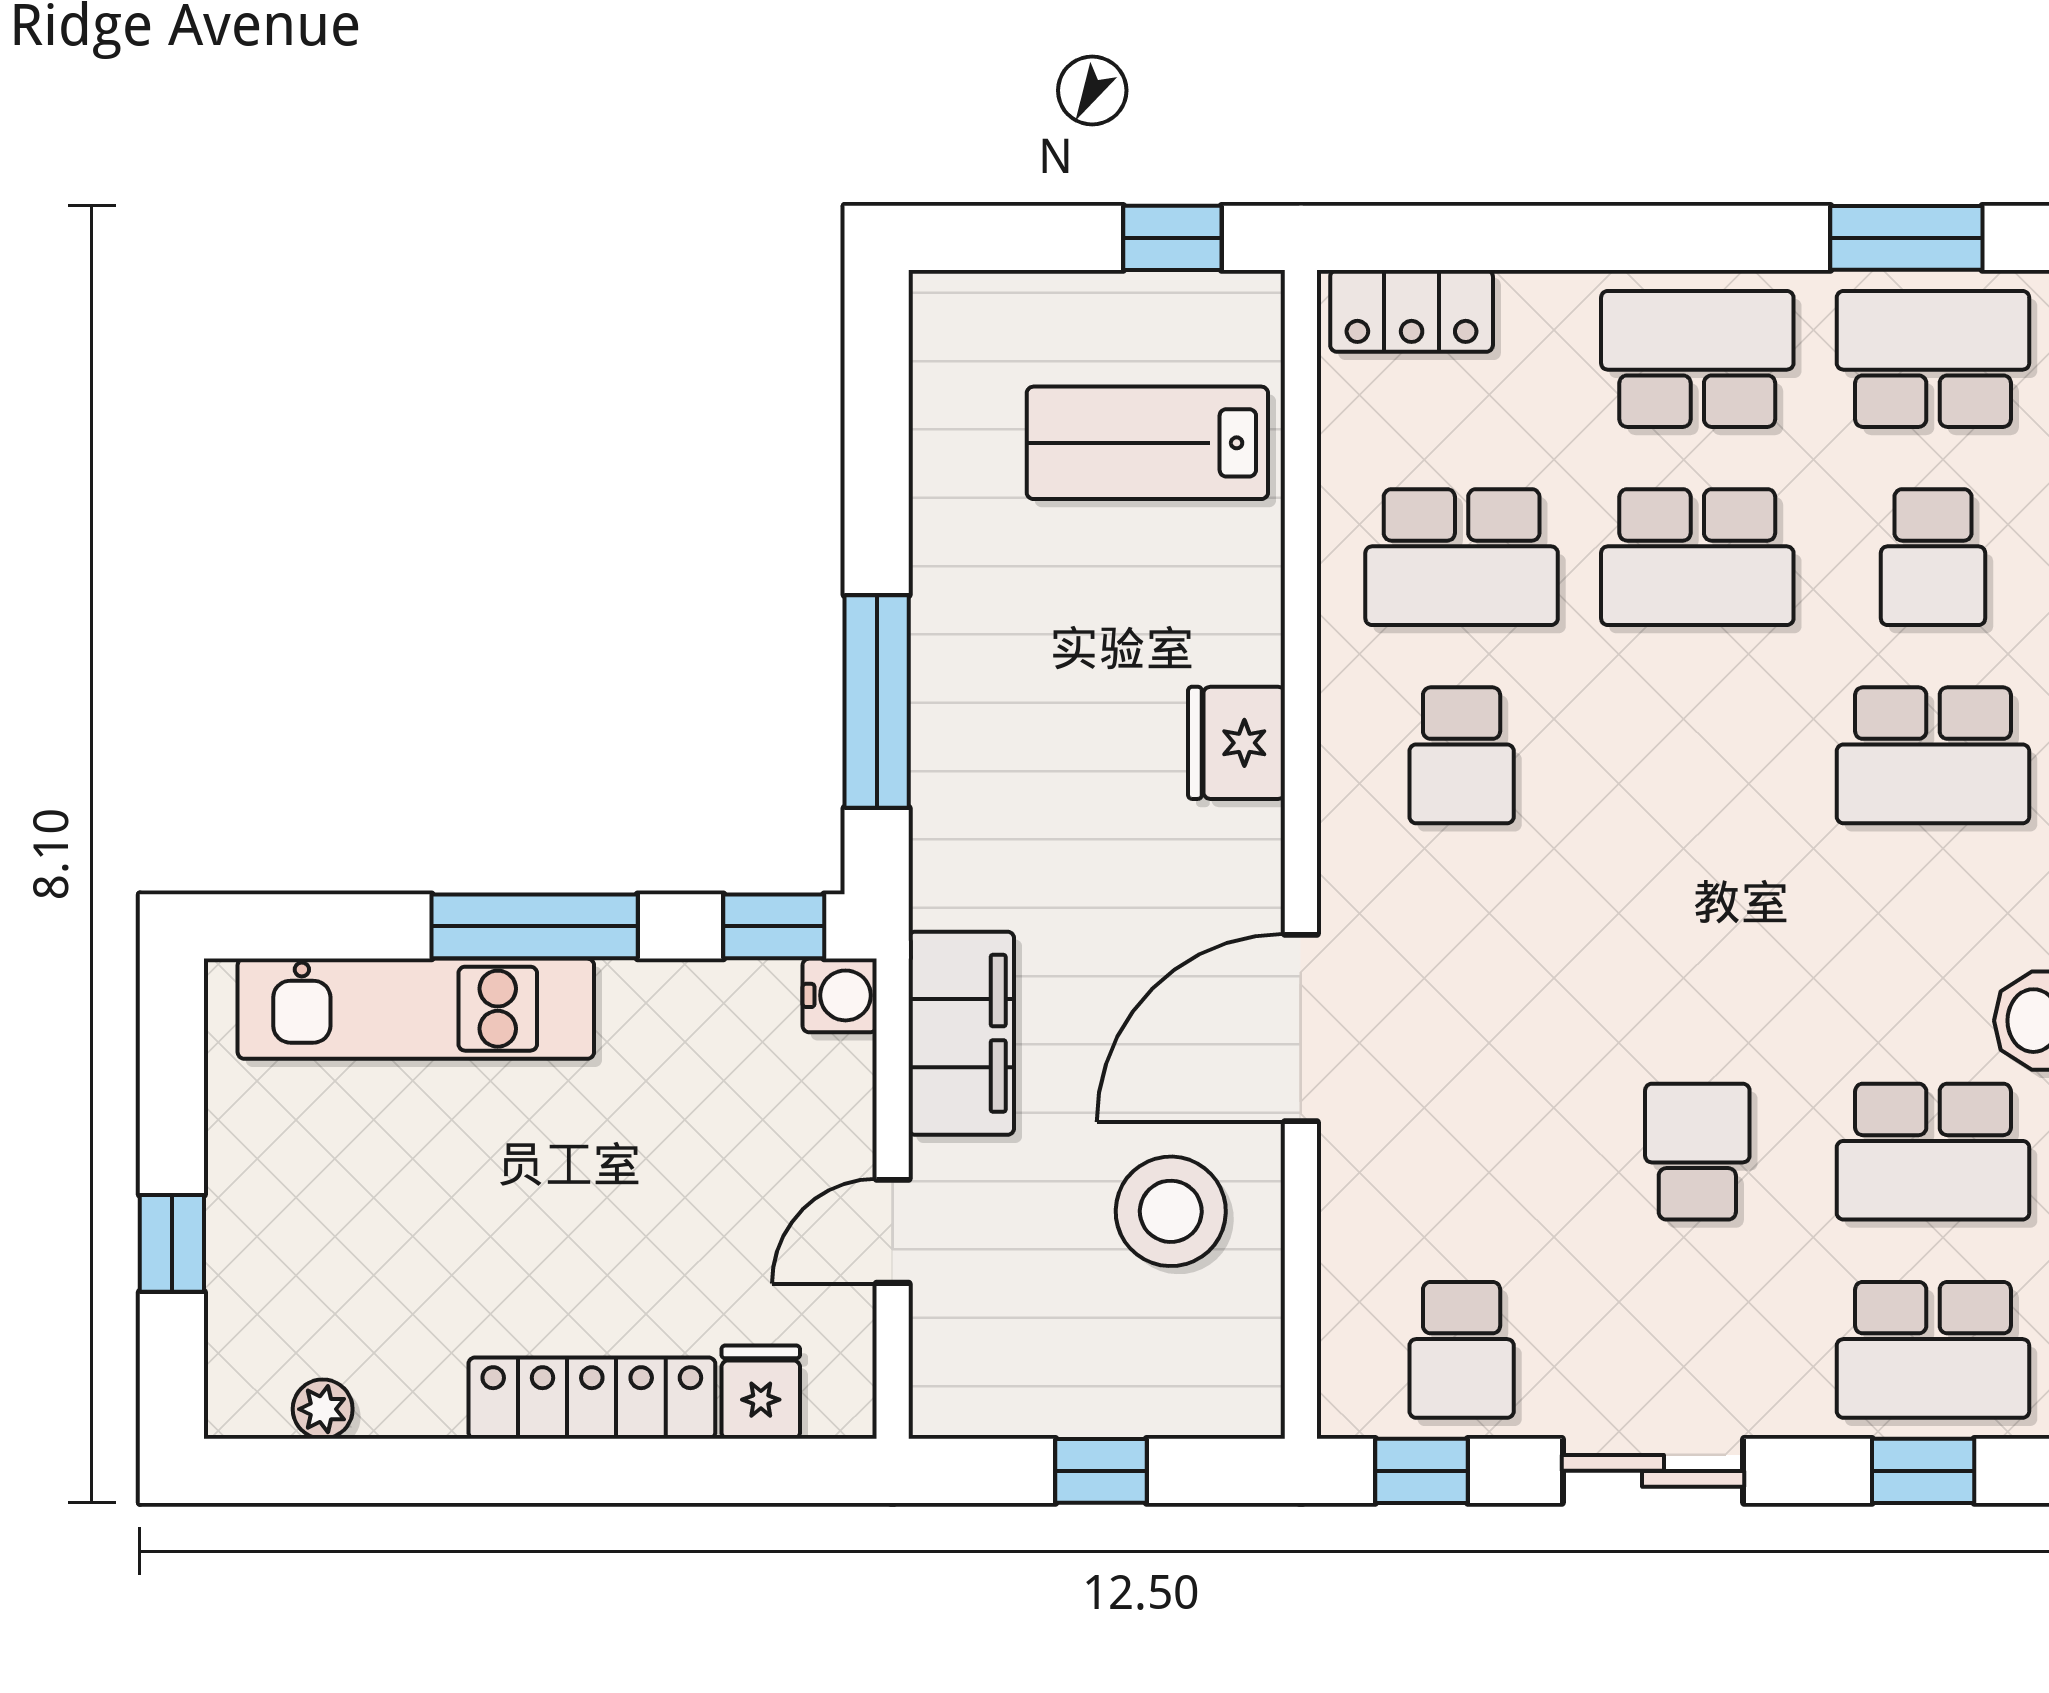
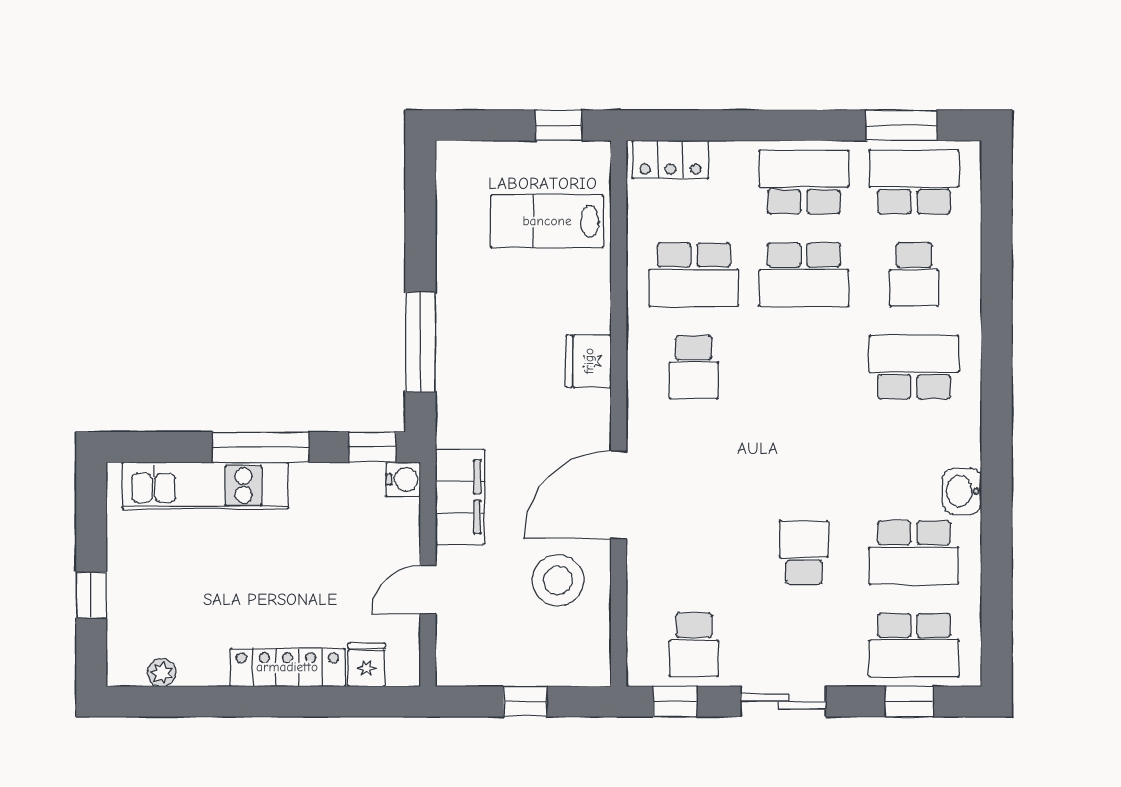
school desk: (1933, 755) -> (914, 367), turned 180

